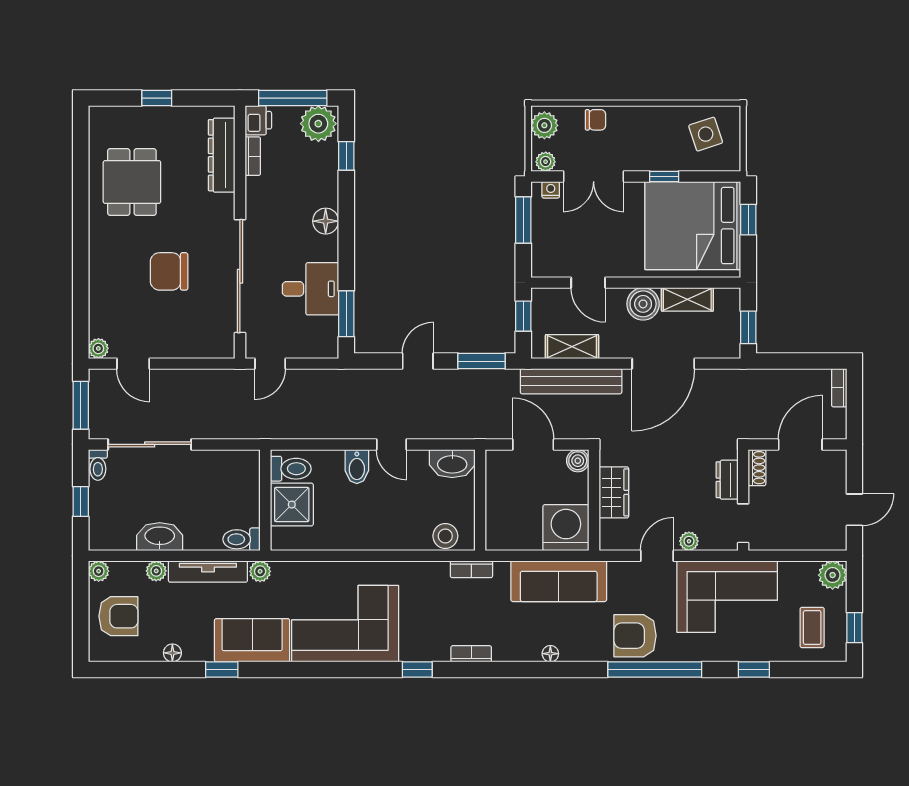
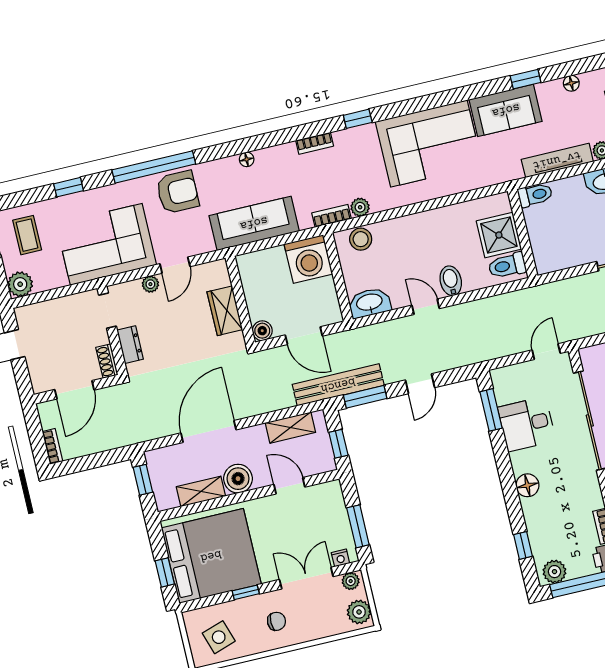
chair: (596, 120) -> (276, 621), moved, turned 180
plant: (318, 124) -> (554, 572), width x0.73, depth x0.73
bench: (571, 381) -> (338, 385), moved
washing machine: (566, 528) -> (308, 259), moved
plant: (260, 571) -> (360, 207), moved

